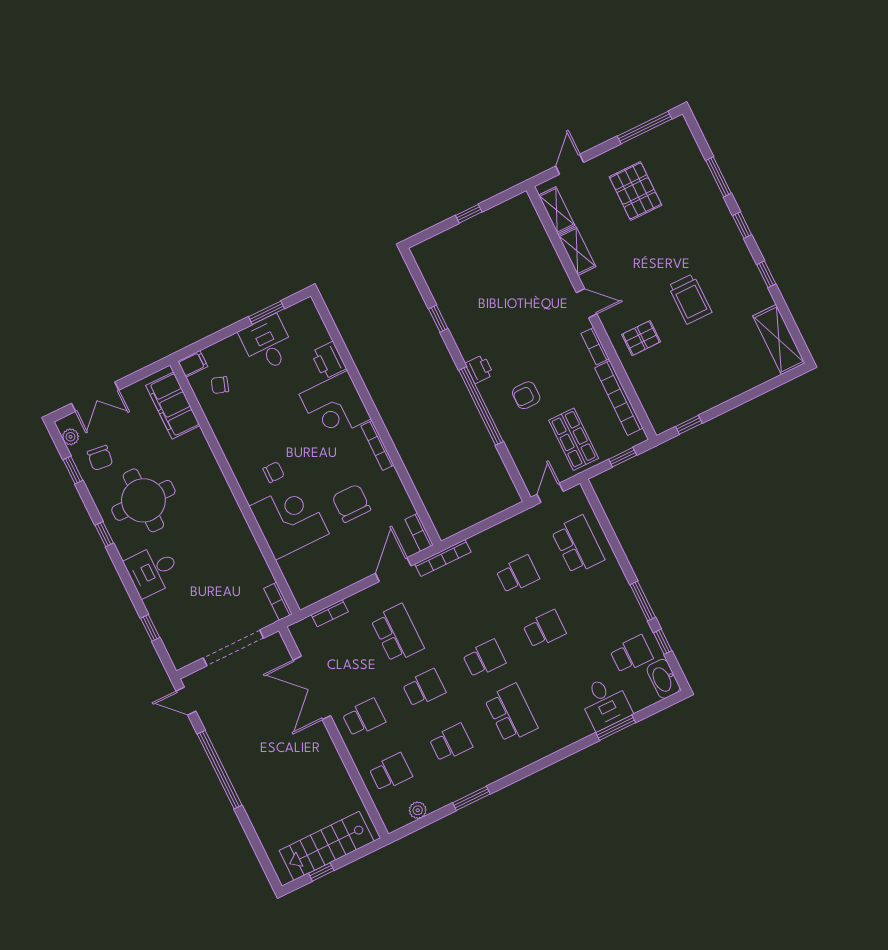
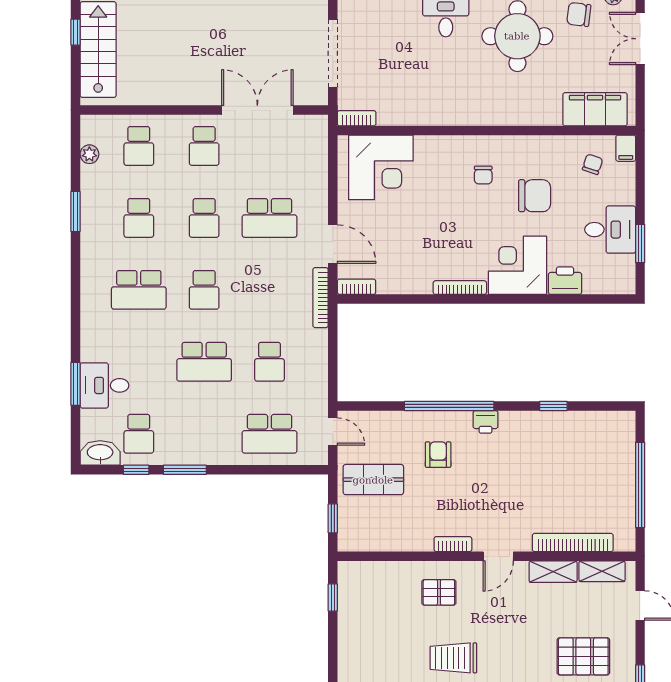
window: (469, 214) -> (640, 485), width x3.17
pallet: (641, 338) -> (439, 592), turned 90
bookcase: (619, 398) -> (573, 543), moved
chair: (351, 503) -> (535, 196), moved
corner desk: (289, 520) -> (381, 167), moved
bookcase: (330, 613) -> (321, 162), removed
school desk: (544, 629) -> (204, 362), width x1.85

